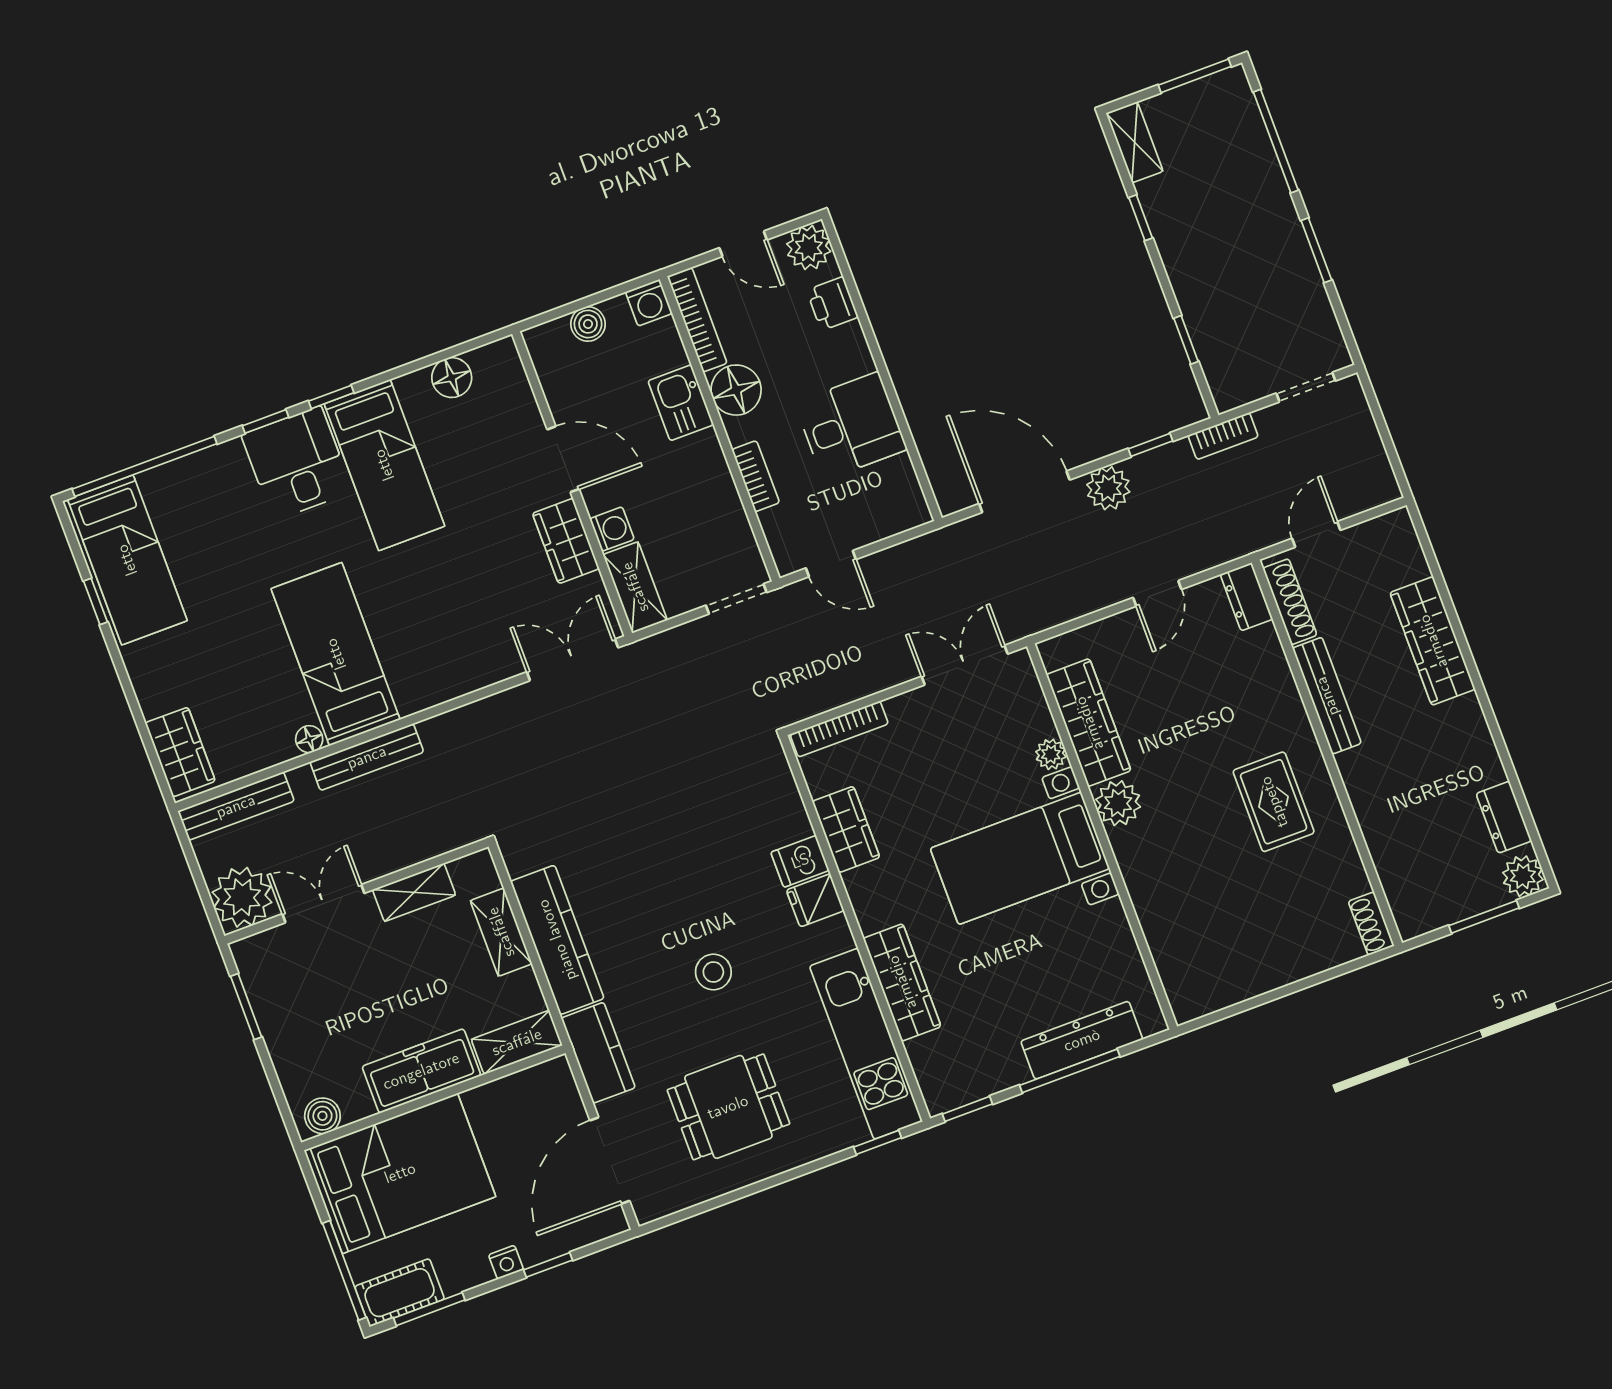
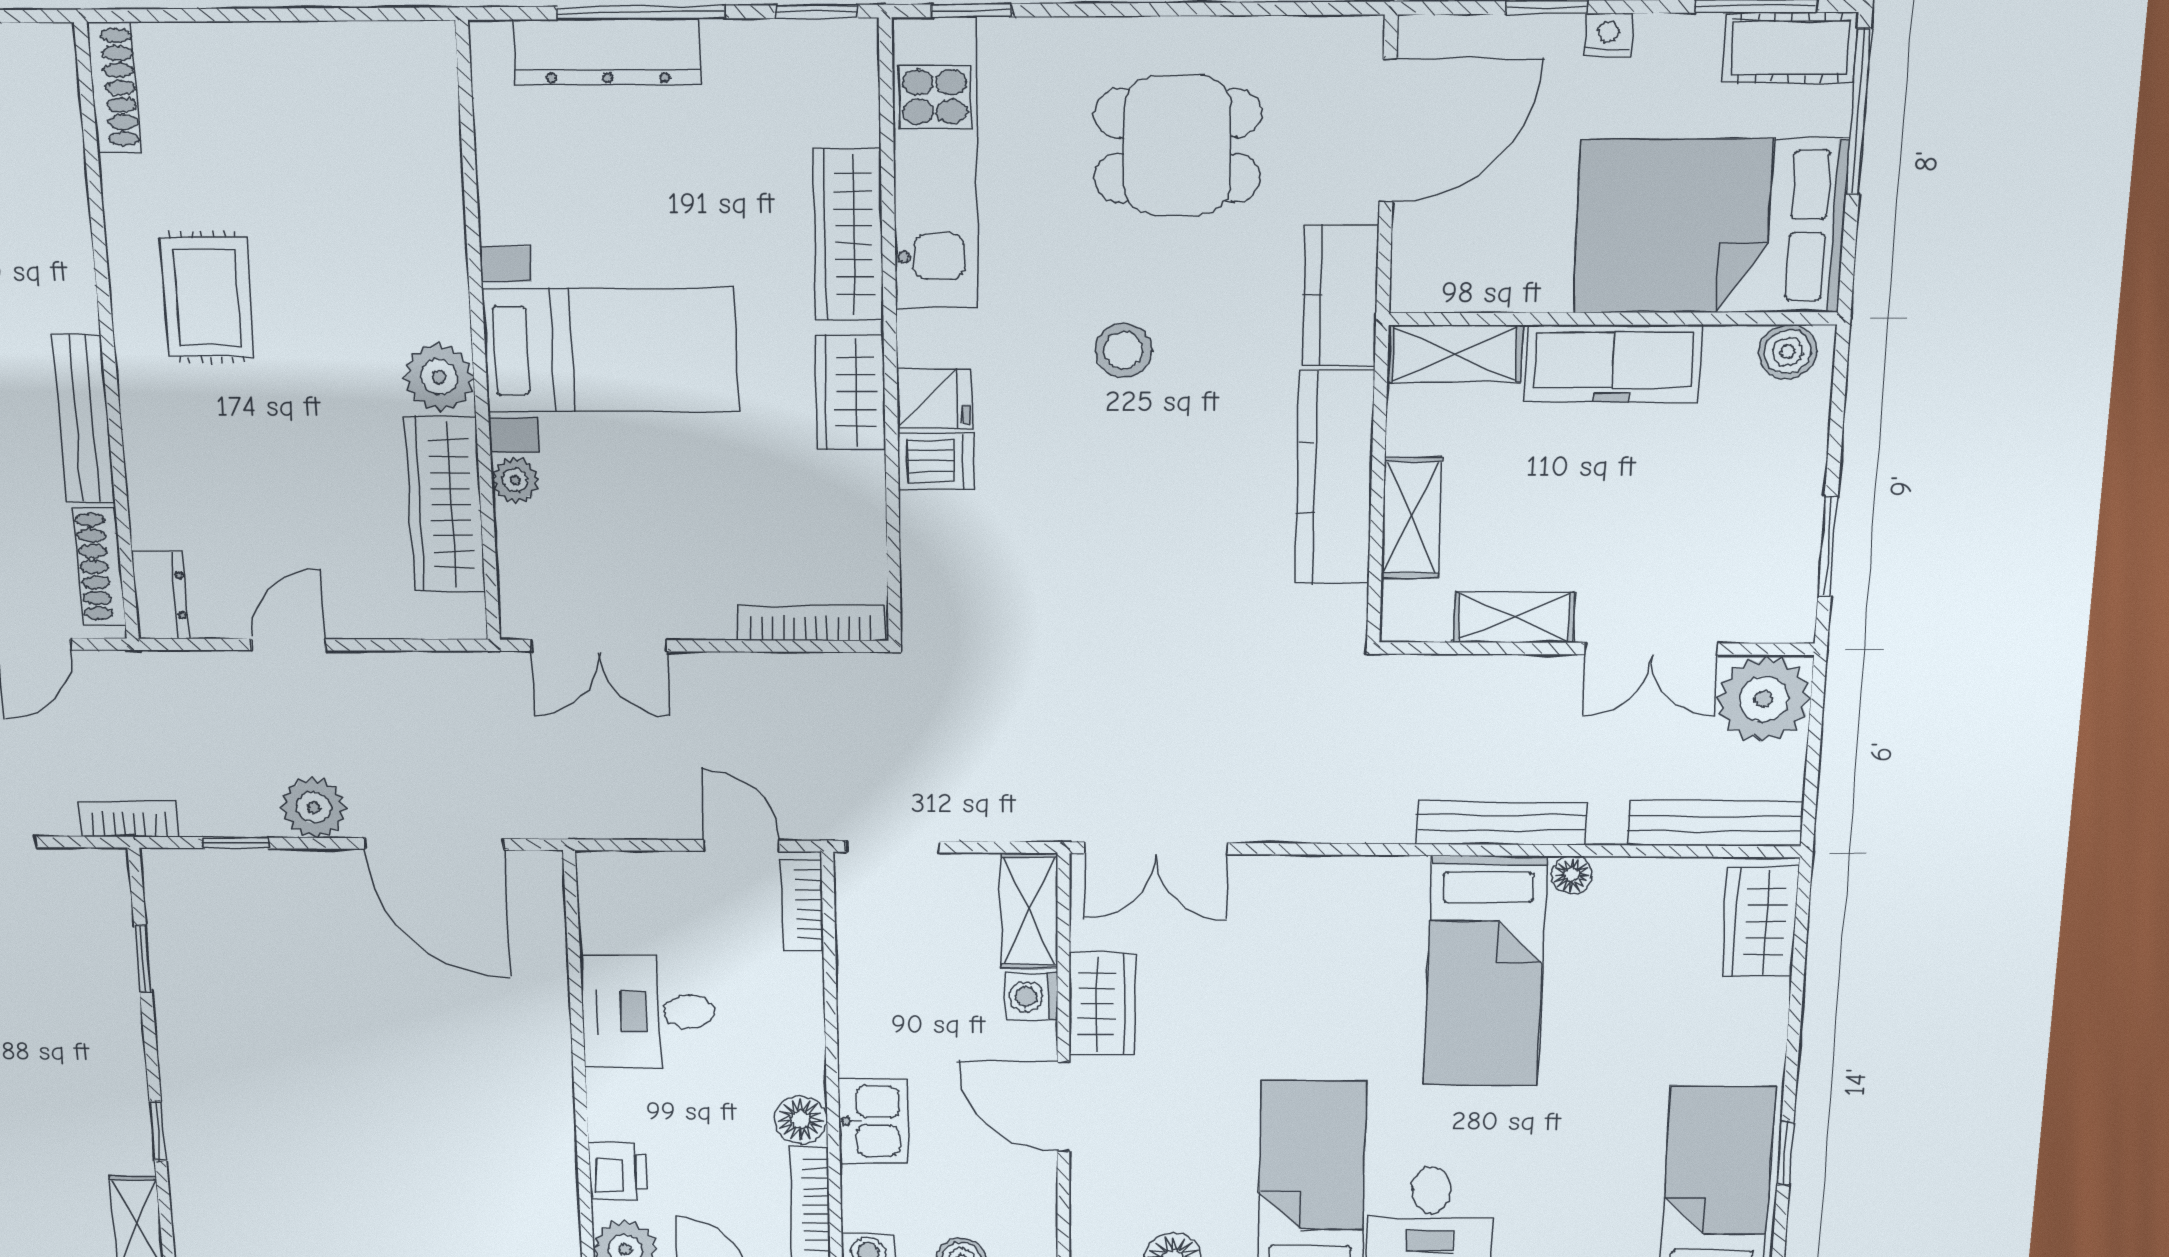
floor lamp: (736, 390) -> (801, 1120), width x0.73, depth x0.73
bookcase: (756, 476) -> (803, 905), moved
wardrobe: (846, 829) -> (850, 392), moved
shoe rack: (1371, 924) -> (114, 88), width x1.43

